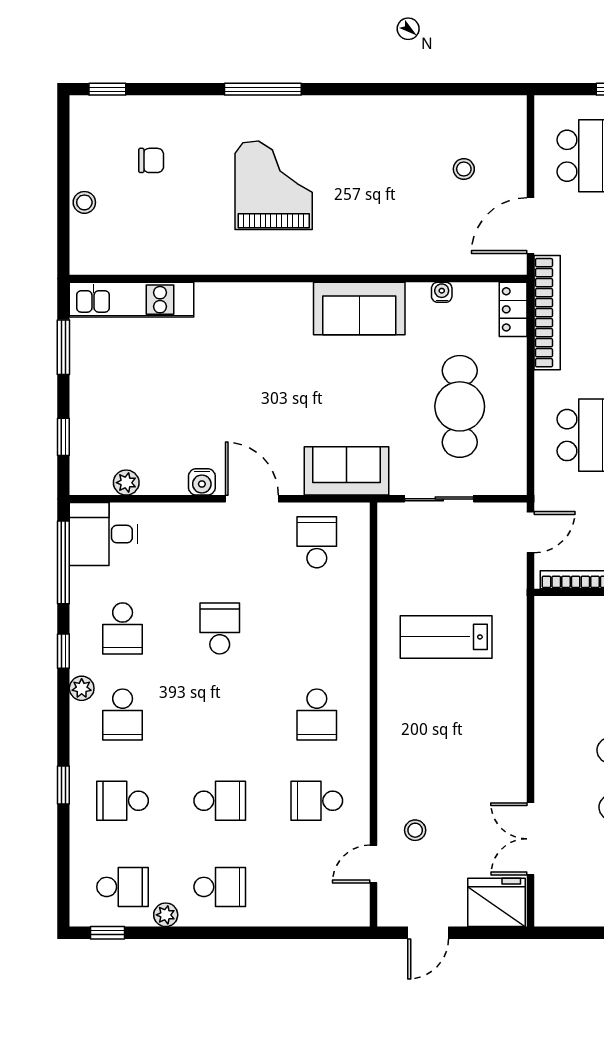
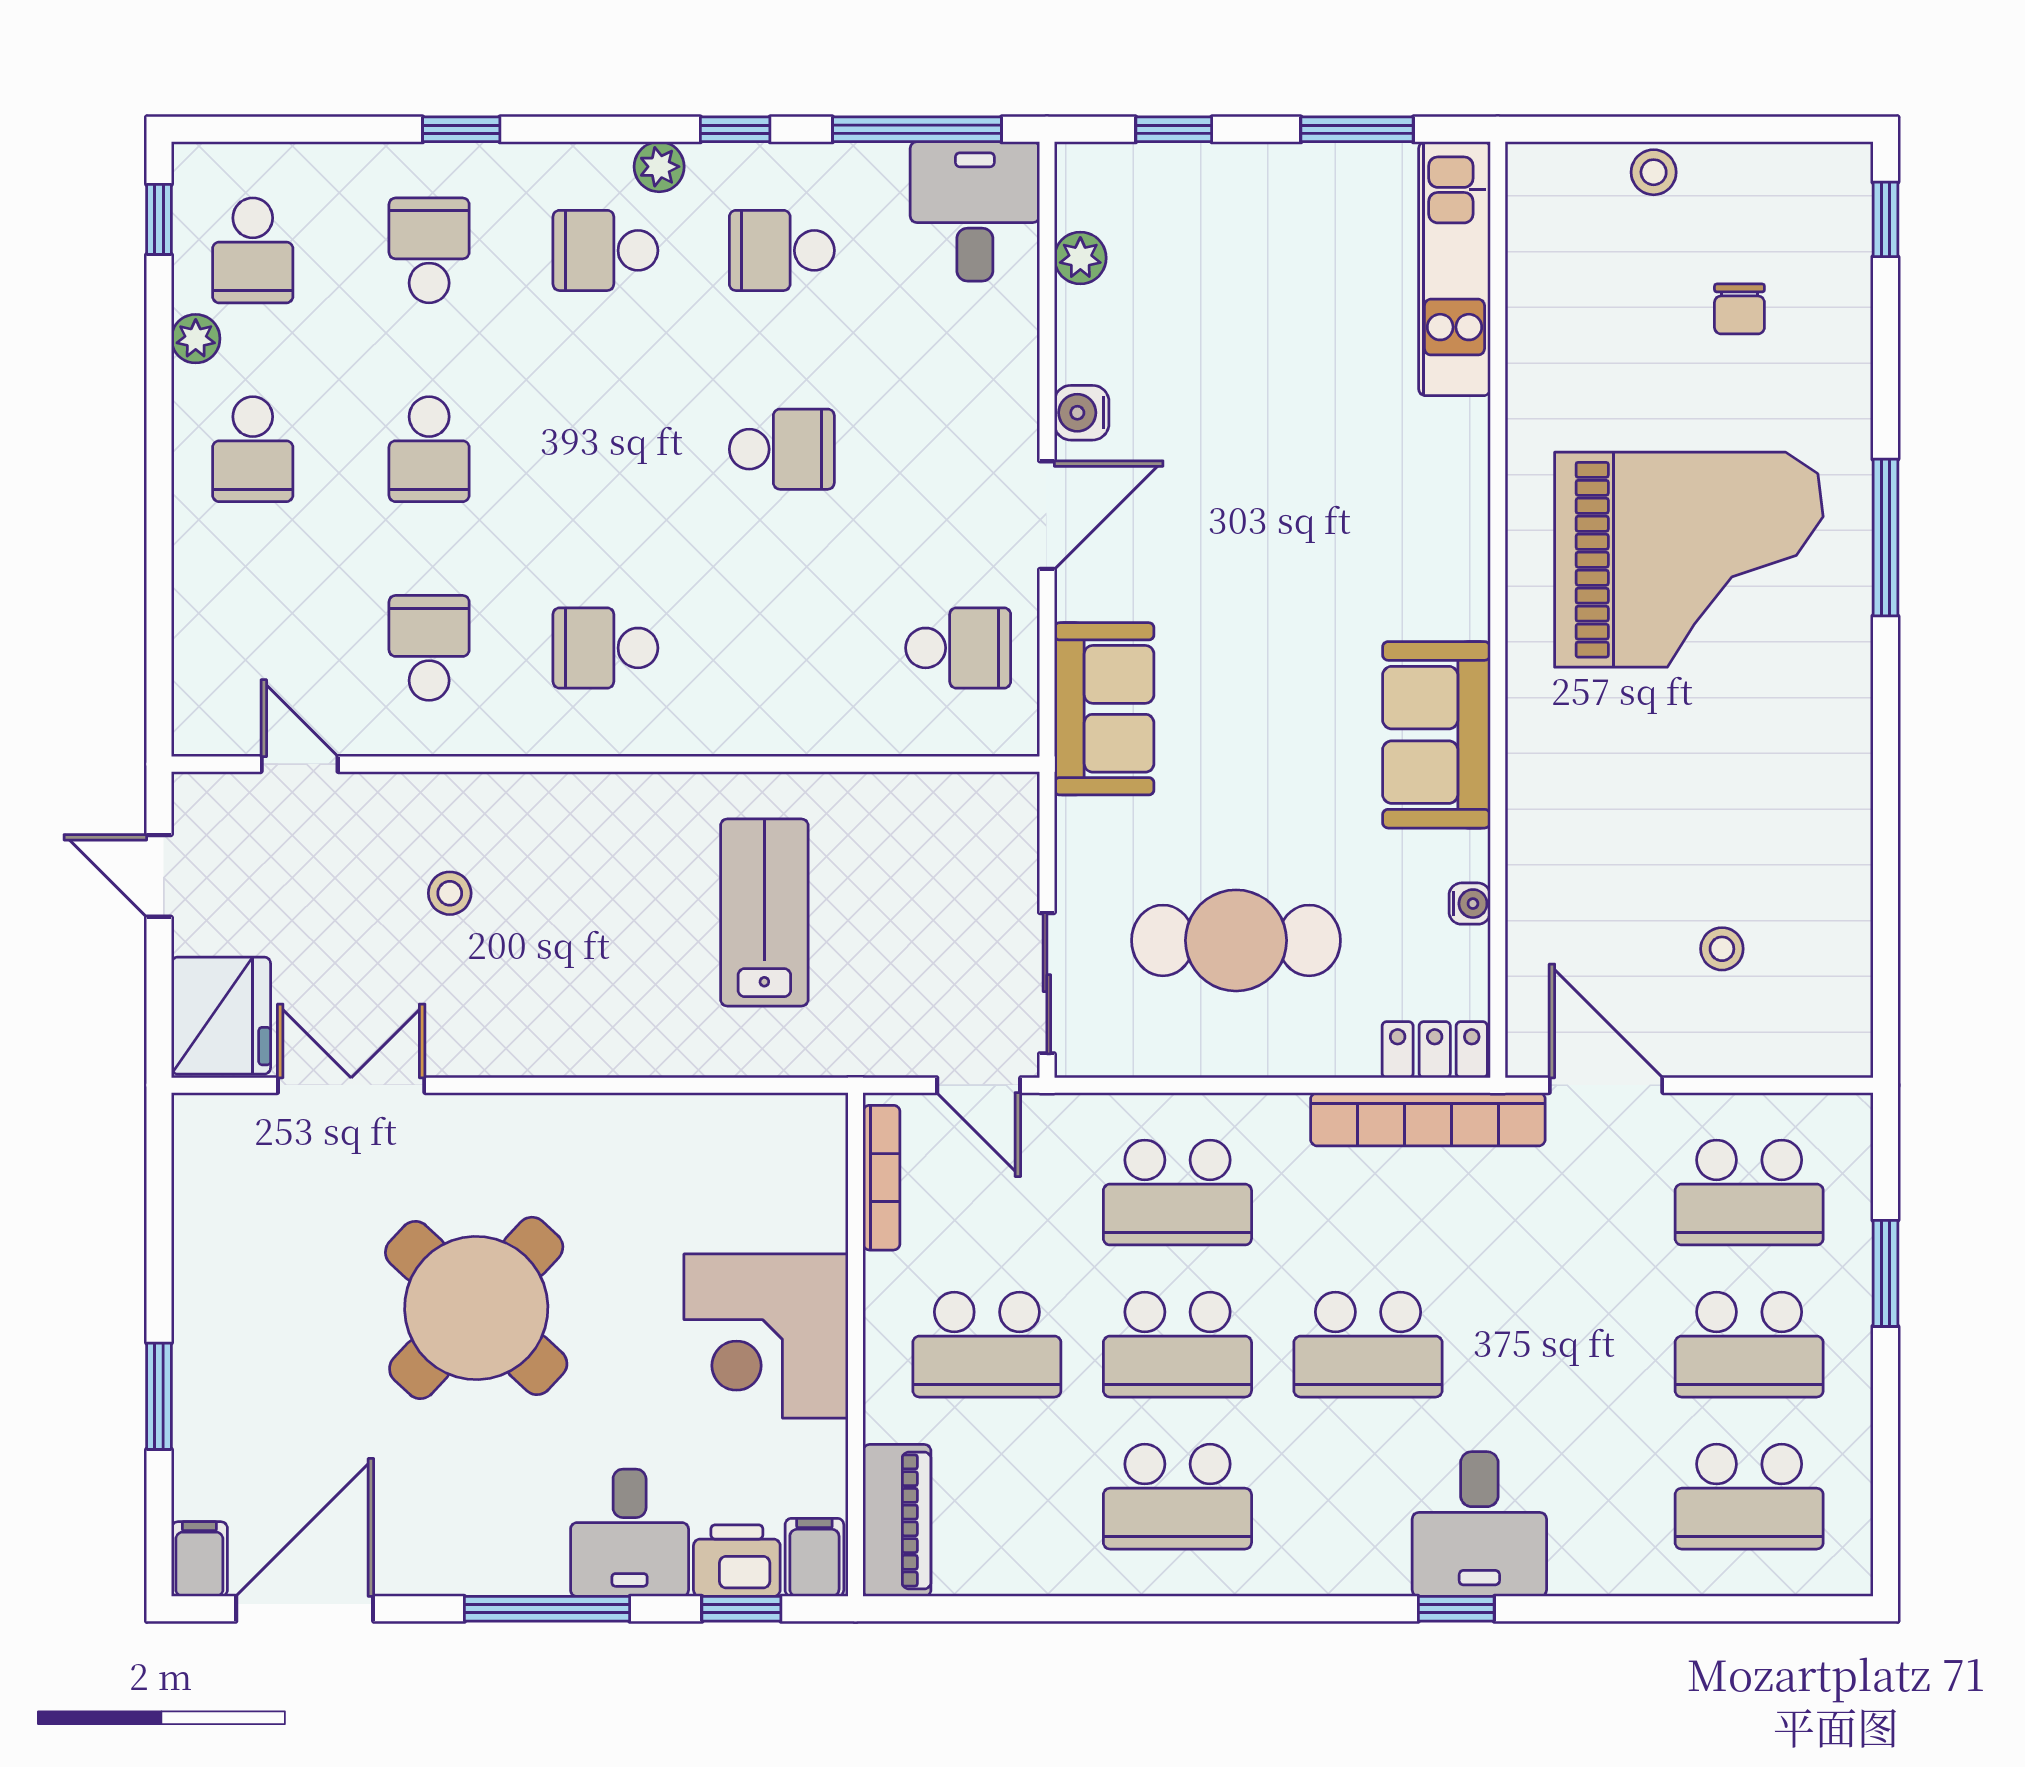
grand piano: (274, 185) -> (1689, 560), width x1.37, depth x1.48
sliding door: (439, 499) -> (1047, 983), moved
stool: (415, 830) -> (450, 893), moved

